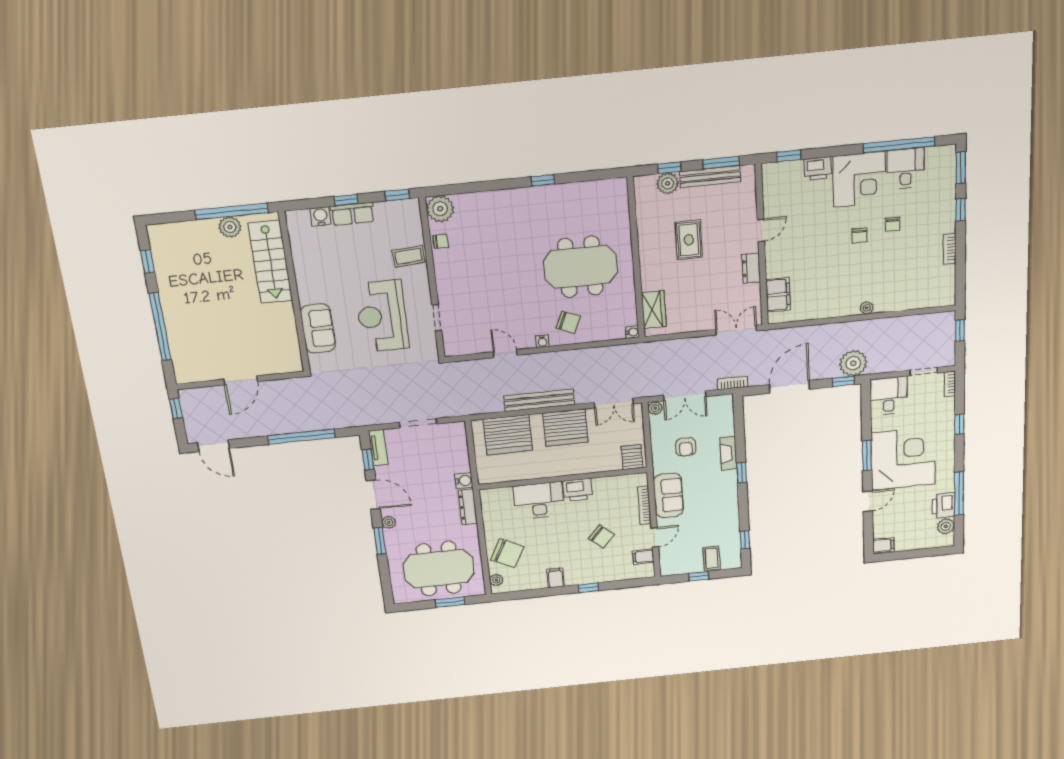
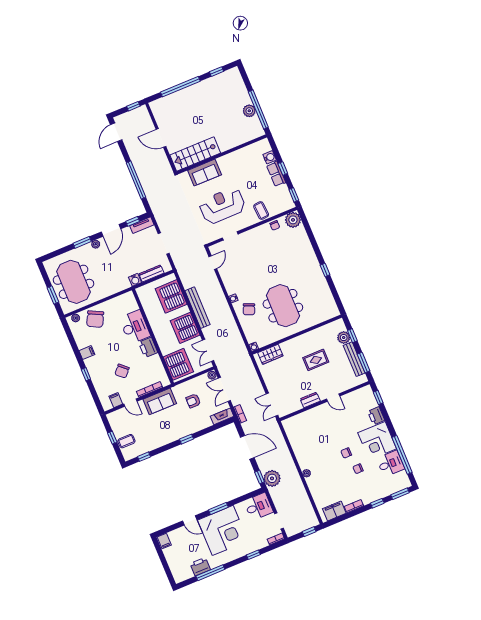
stairs: (270, 262) -> (195, 154), moved
filing cabinet: (778, 295) -> (334, 511), moved, turned 180
double door: (736, 330) -> (272, 405), swing flipped
door: (505, 354) -> (213, 263), moved
fireplace: (728, 453) -> (222, 416), moved
server rack: (632, 457) -> (178, 364), width x2.18, depth x1.44
dresser: (468, 507) -> (151, 273), moved
plant: (946, 526) -> (187, 574), removed

